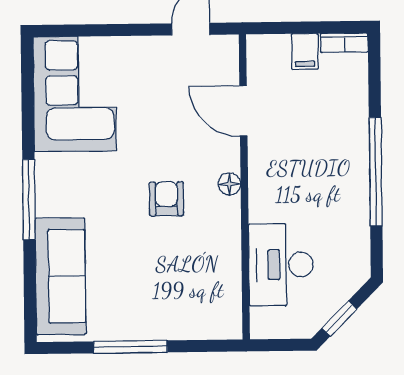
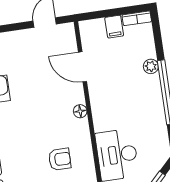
plant: (357, 126) -> (151, 66), added
armchair: (166, 199) -> (60, 159), moved, turned 90

